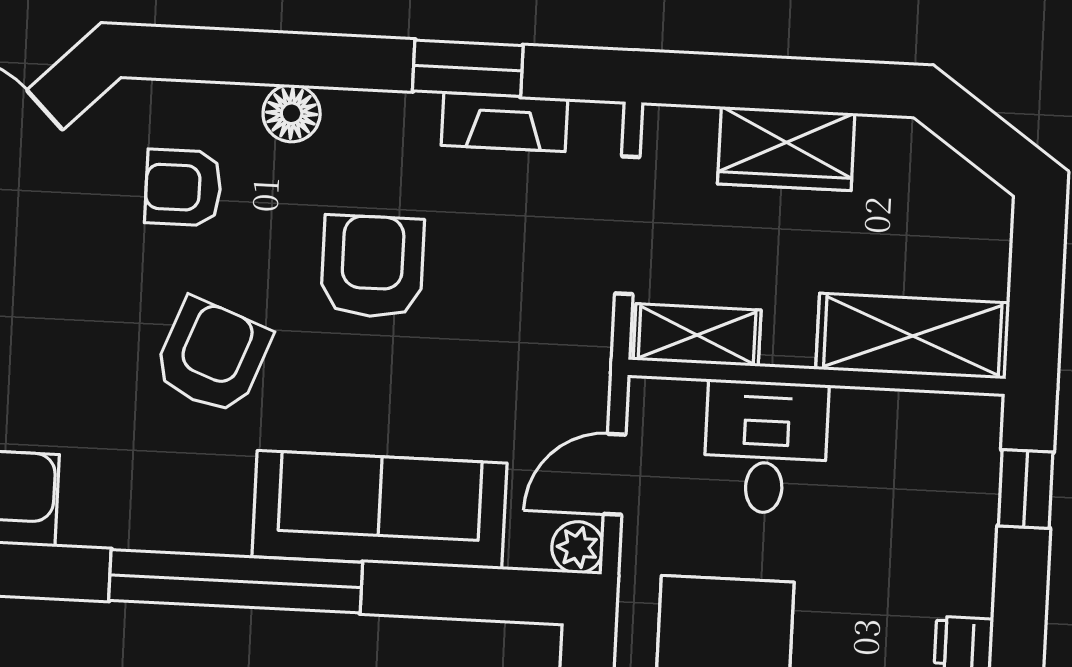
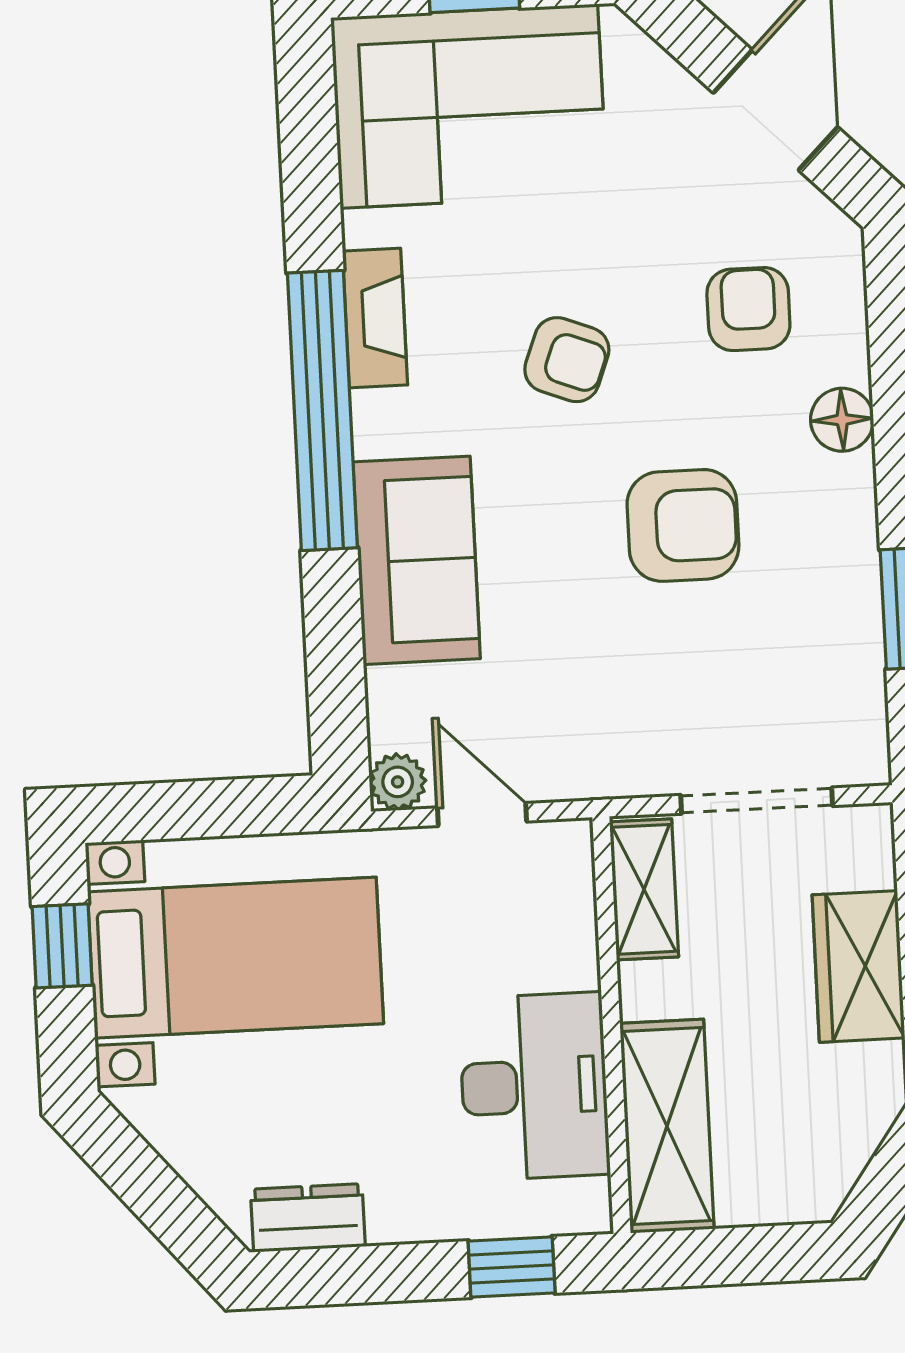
fireplace: (504, 122) -> (375, 318), moved, turned 180
armchair: (212, 356) -> (567, 360), width x0.72, depth x0.72
desk: (766, 447) -> (534, 1086), moved, width x1.37
sofa: (379, 510) -> (417, 560), width x0.73

